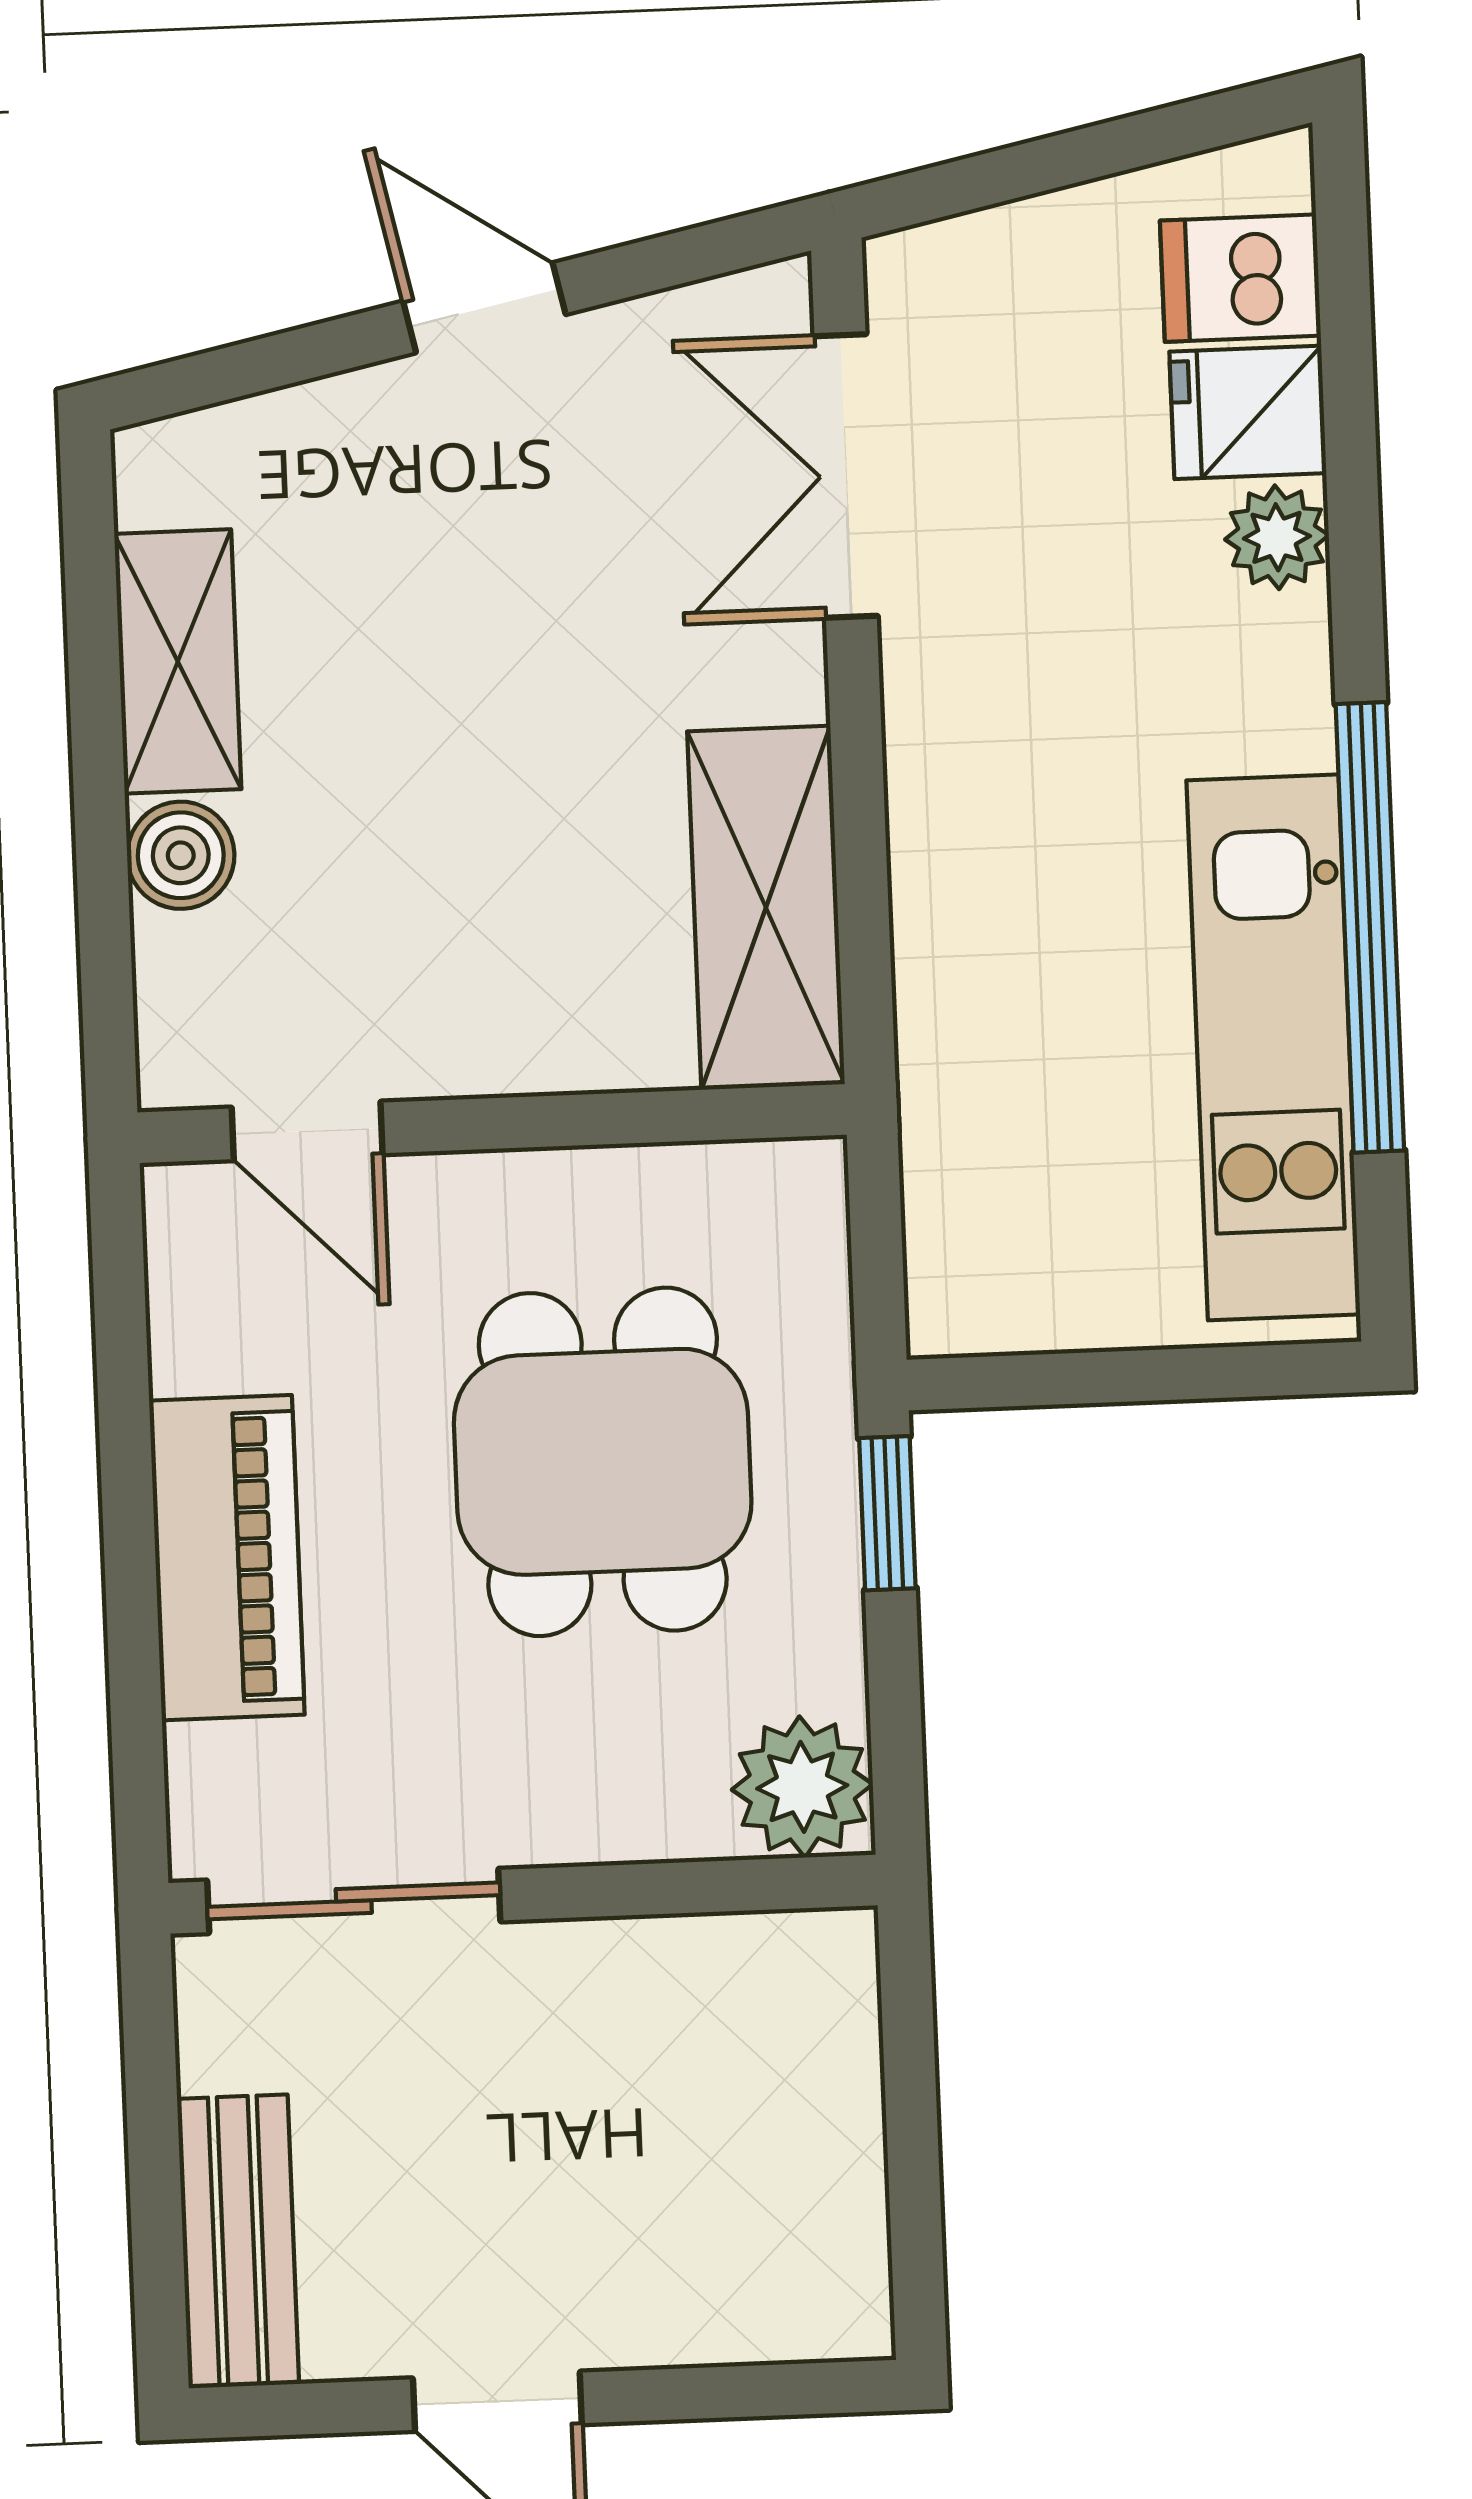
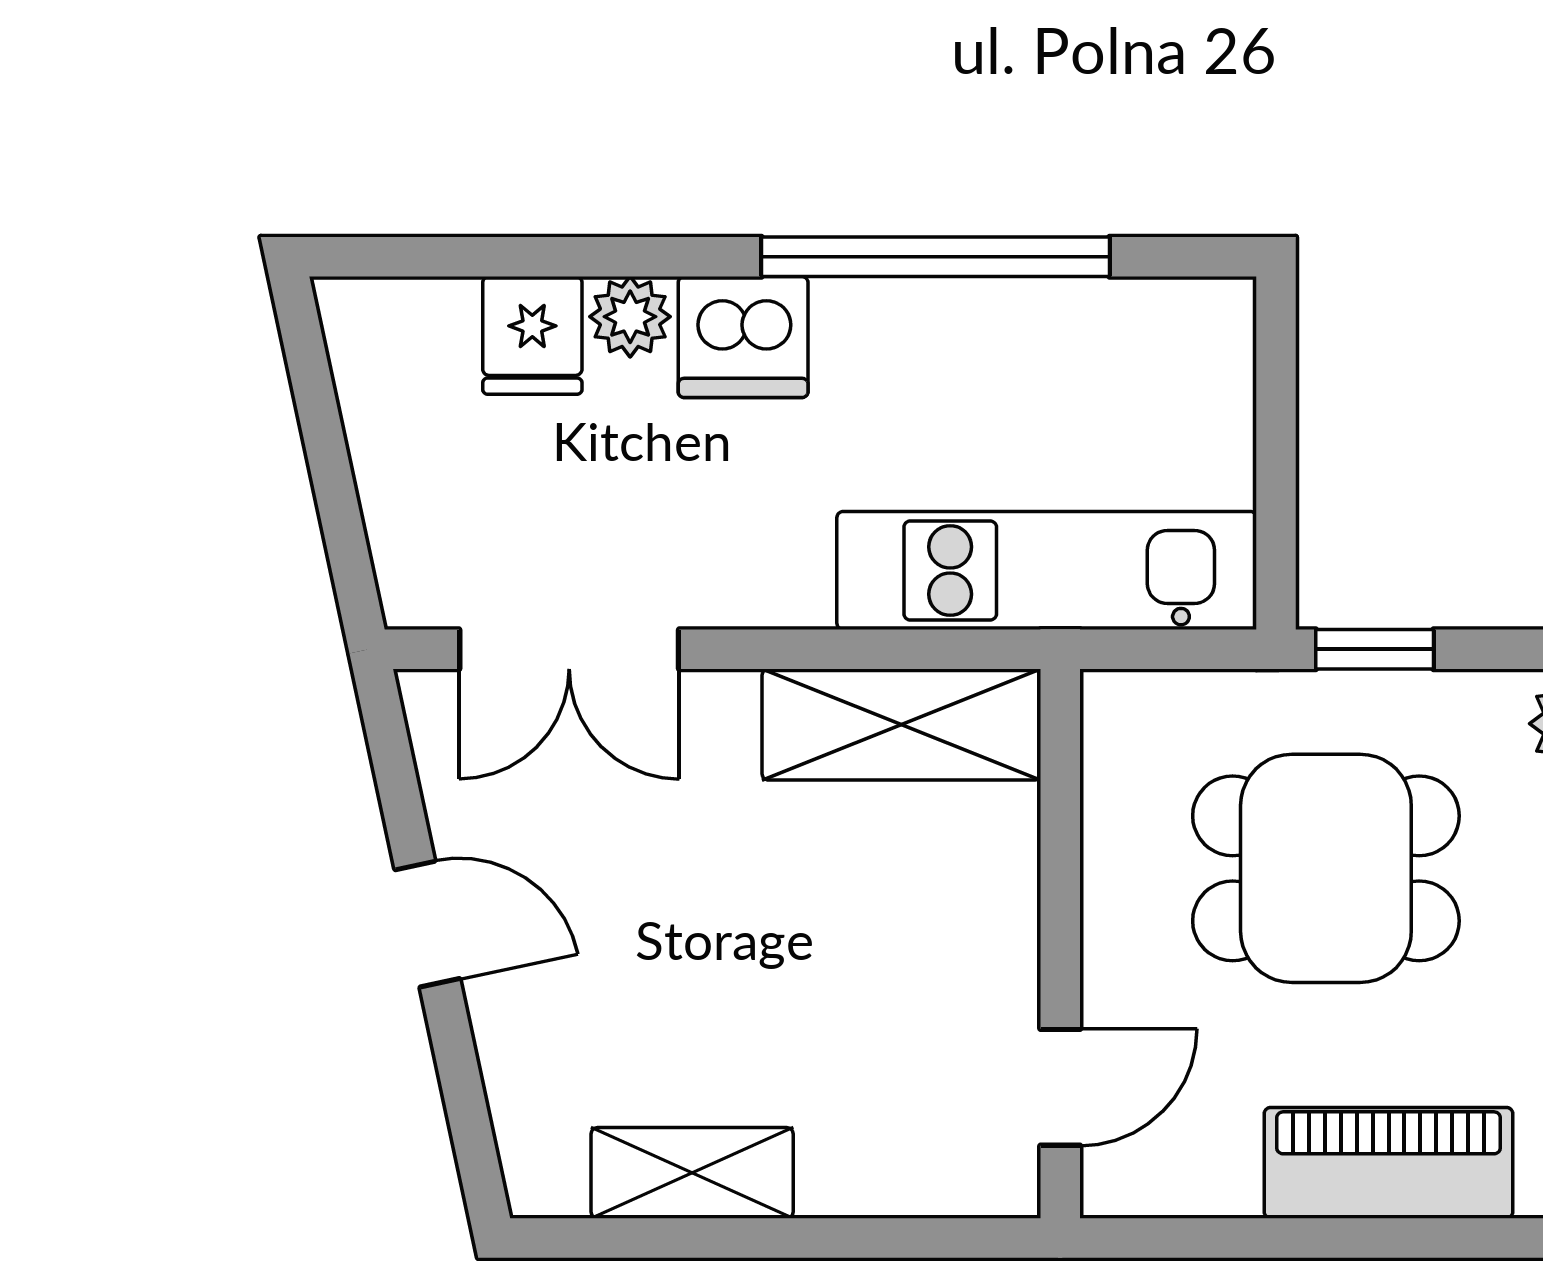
dishwasher: (1240, 278) -> (743, 337), moved, width x1.38
door: (484, 308) -> (427, 924), swing flipped
boiler: (181, 855) -> (843, 1177), removed
kitchen unit: (1273, 1047) -> (1047, 570), moved, turned 180

